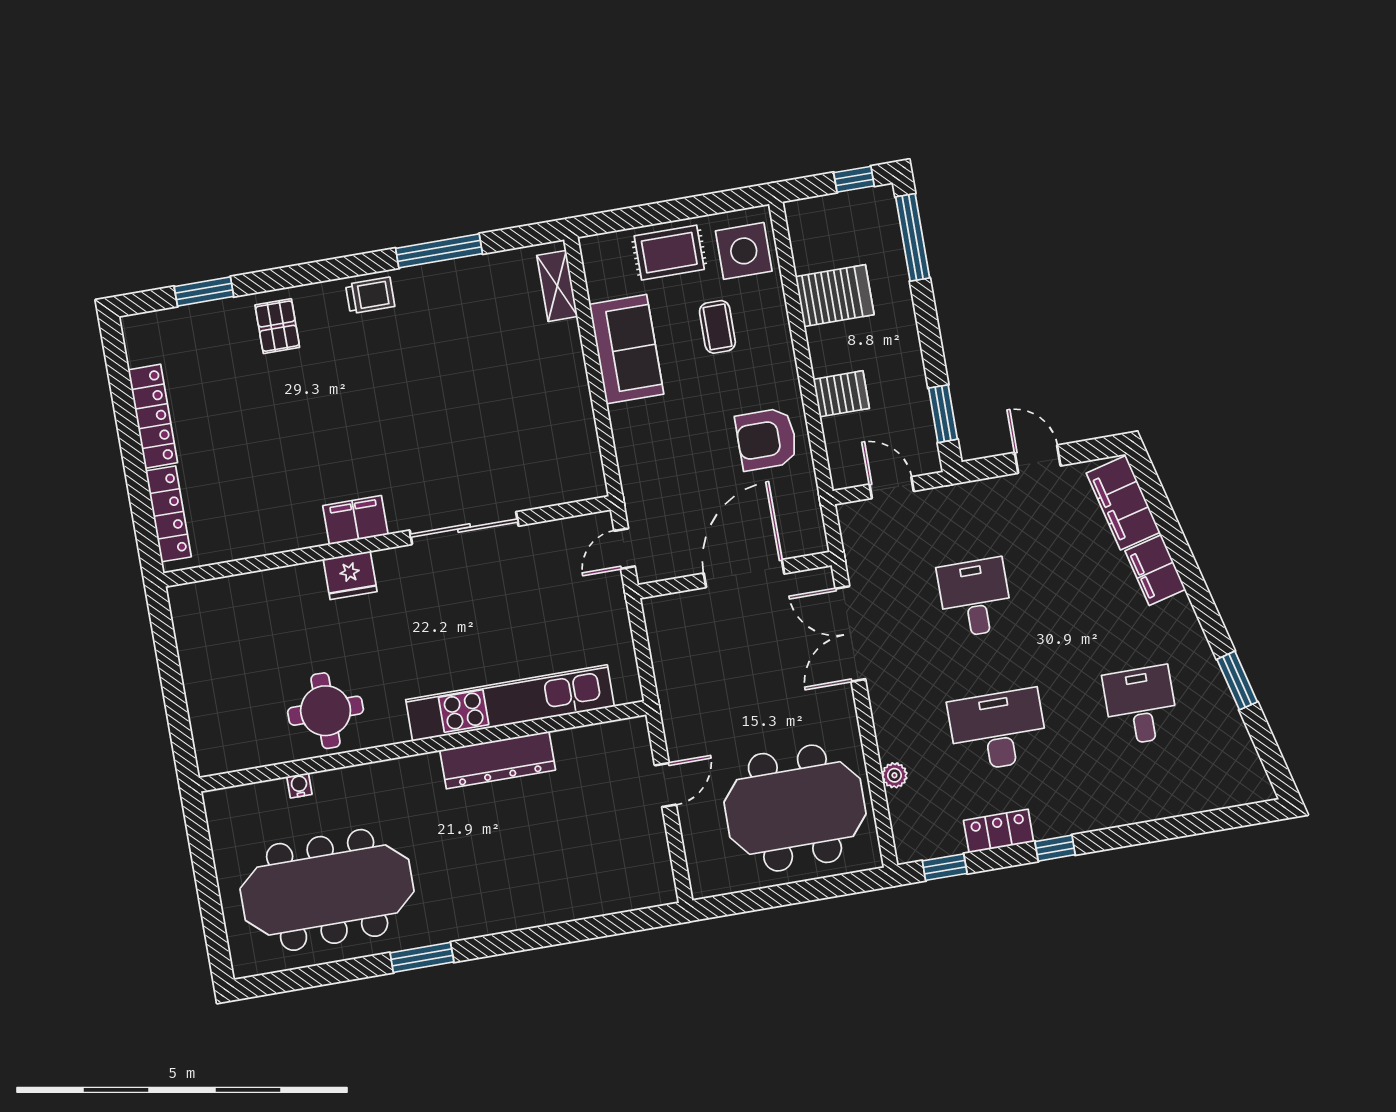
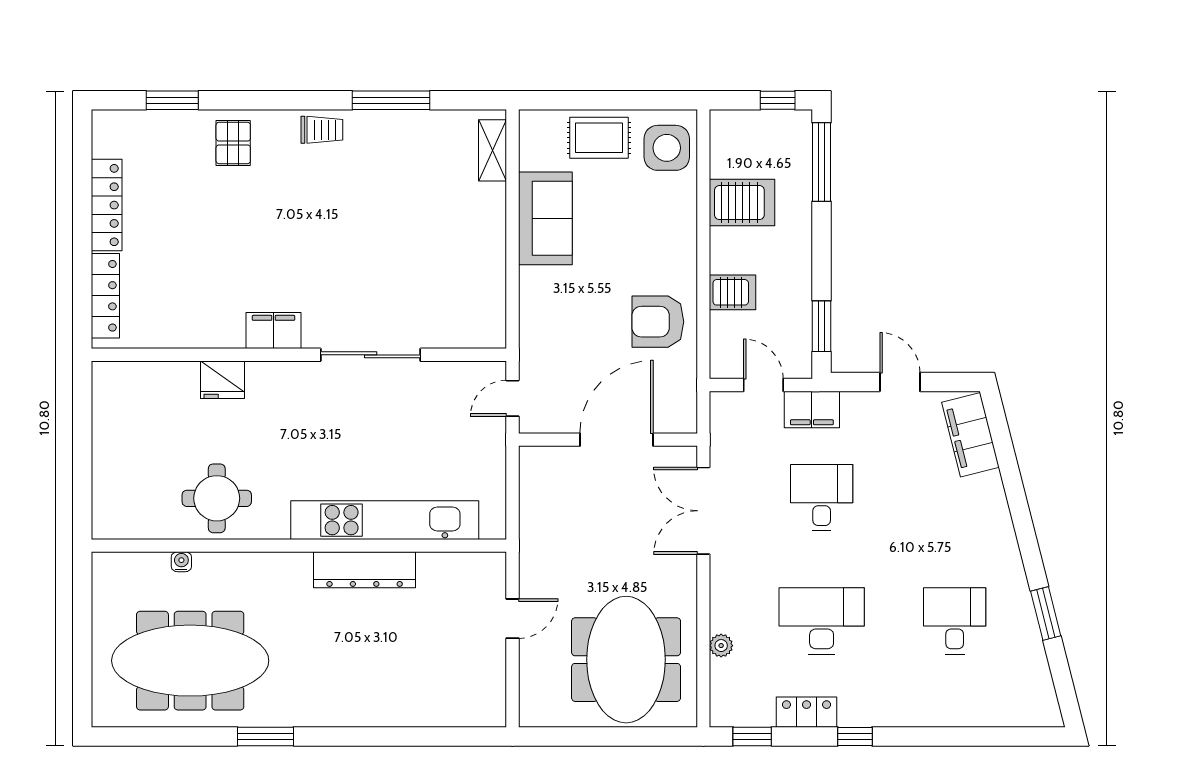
coffee table: (717, 327) -> (631, 212), removed
filing cabinet: (1155, 570) -> (812, 409), moved, turned -76
fridge: (350, 575) -> (223, 380), moved
meeting table: (795, 808) -> (626, 660), turned 90

